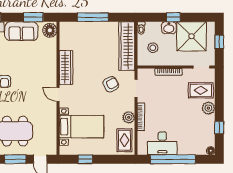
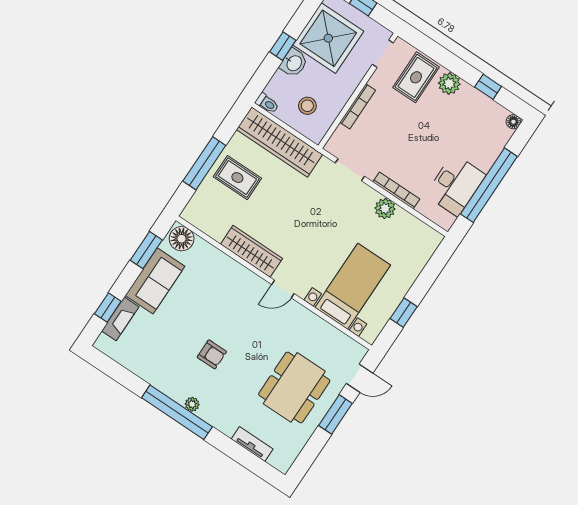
armchair: (111, 84) -> (319, 202), removed
rug: (124, 140) -> (237, 178), moved

